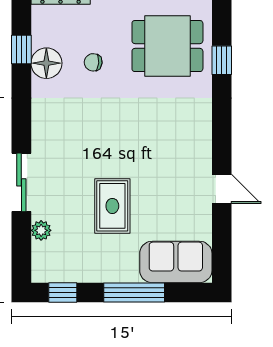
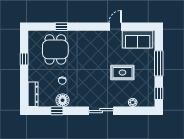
sliding door: (21, 182) -> (101, 111), moved
sofa: (176, 262) -> (138, 39), moved, turned -90

